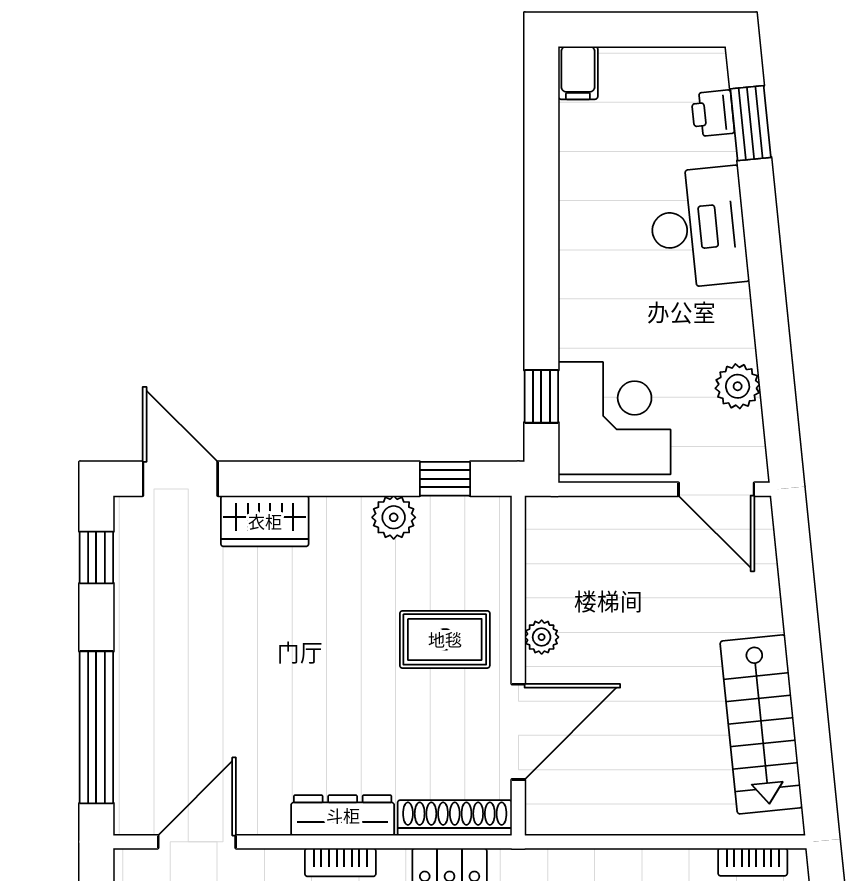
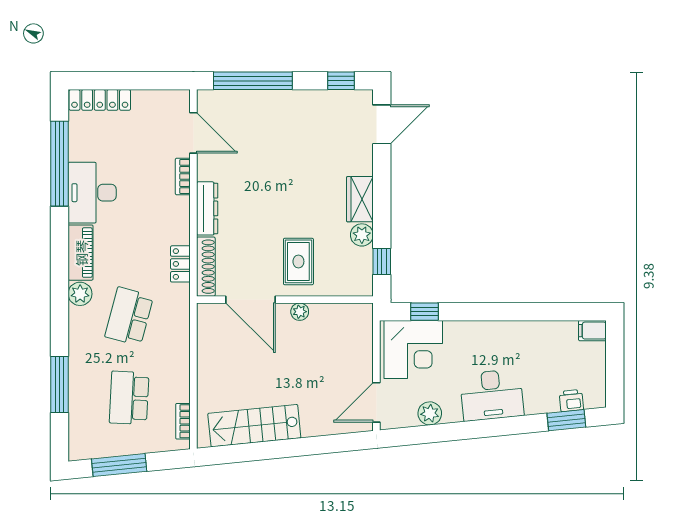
desk: (698, 228) -> (492, 395), moved
wardrobe: (265, 521) -> (360, 199), moved
bookcase: (340, 862) -> (183, 177), moved

